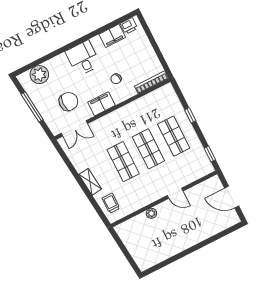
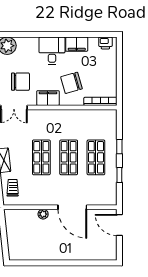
filing cabinet: (112, 36) -> (77, 44), moved
chair: (116, 79) -> (71, 83), width x1.87, depth x1.87
window: (210, 154) -> (119, 175), moved
door: (175, 193) -> (72, 207), width x1.87
door: (232, 197) -> (119, 225), moved

